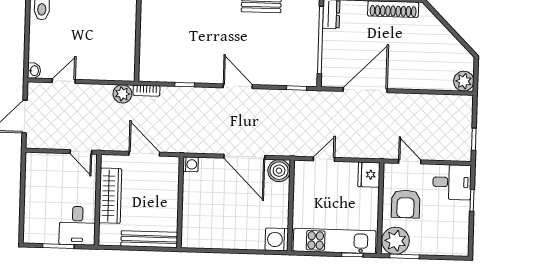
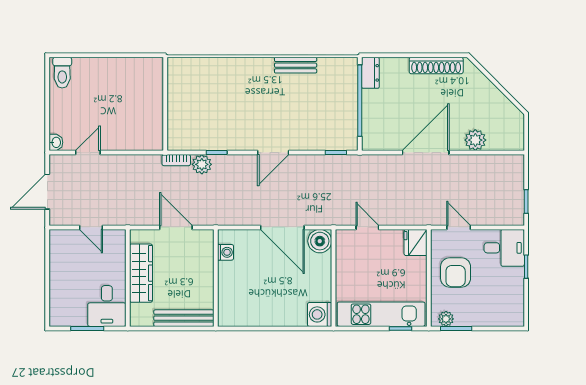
plant: (464, 81) -> (475, 140), moved
door: (238, 86) -> (273, 153), swing flipped
door: (365, 90) -> (426, 153), moved
plant: (122, 94) -> (202, 164), moved
door: (81, 152) -> (91, 227), moved
door: (324, 159) -> (367, 227), hinge flipped
washing machine: (191, 164) -> (225, 252), moved
plant: (396, 241) -> (446, 319), width x0.53, depth x0.53

